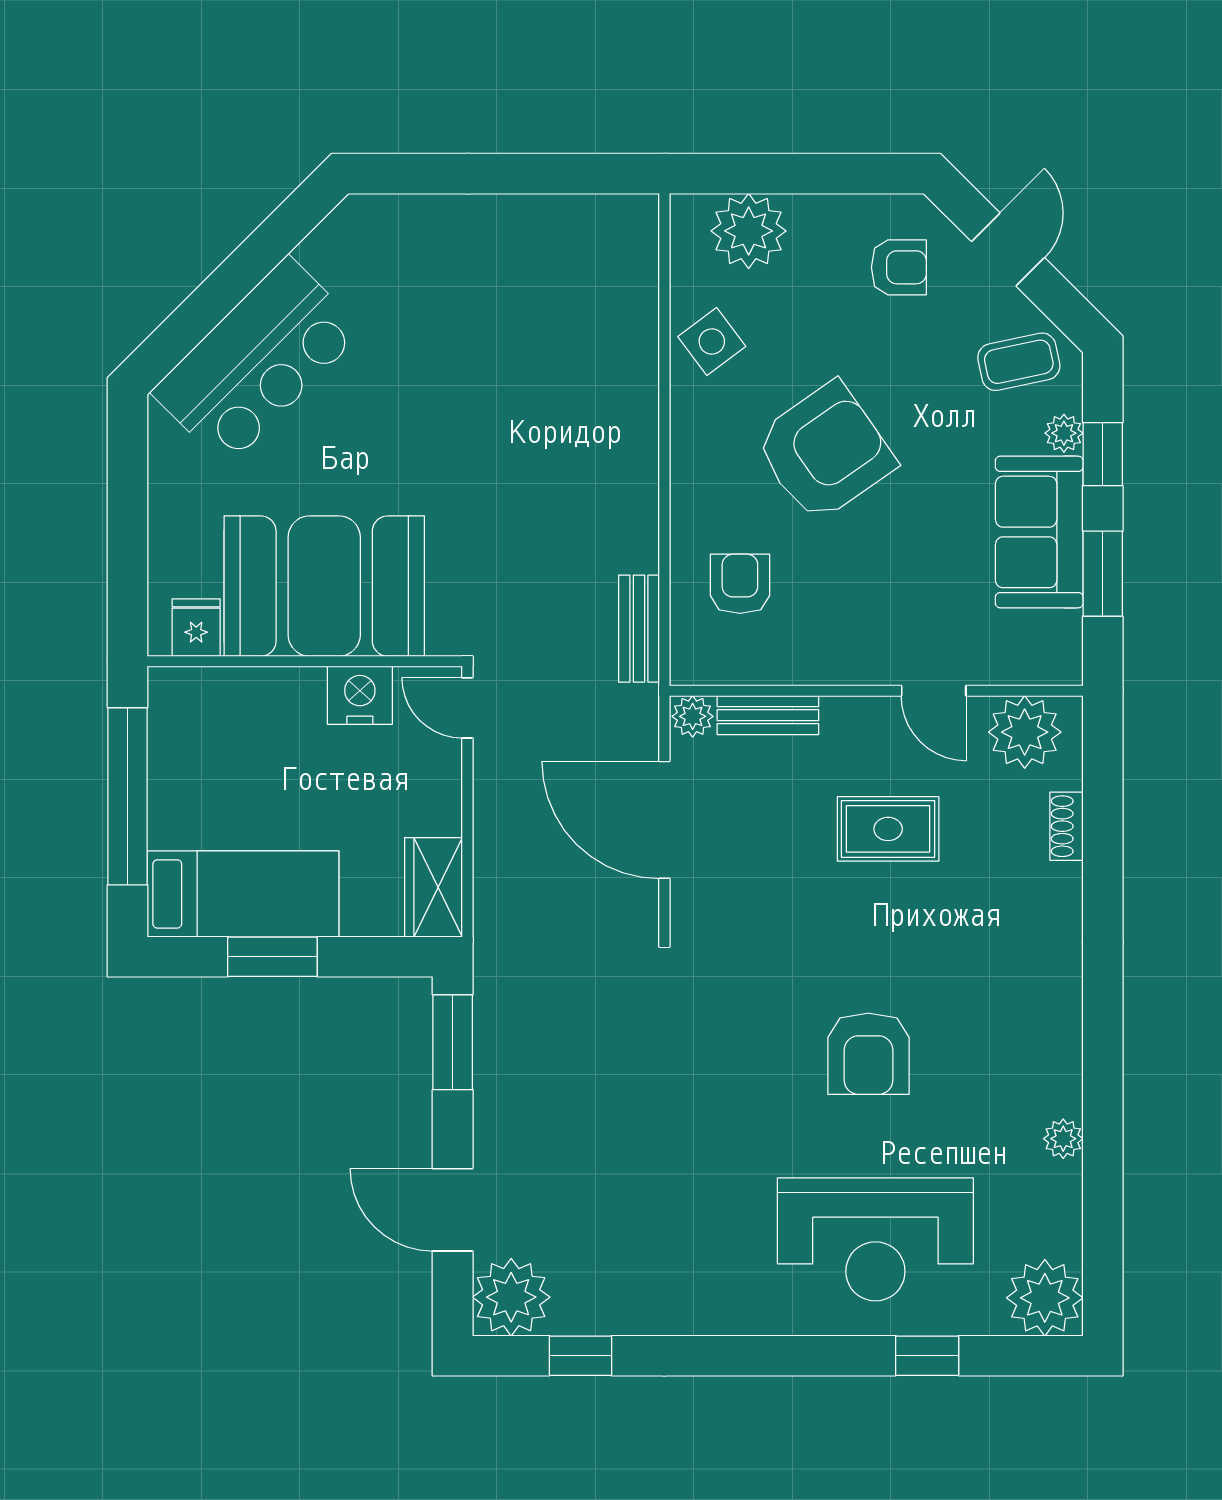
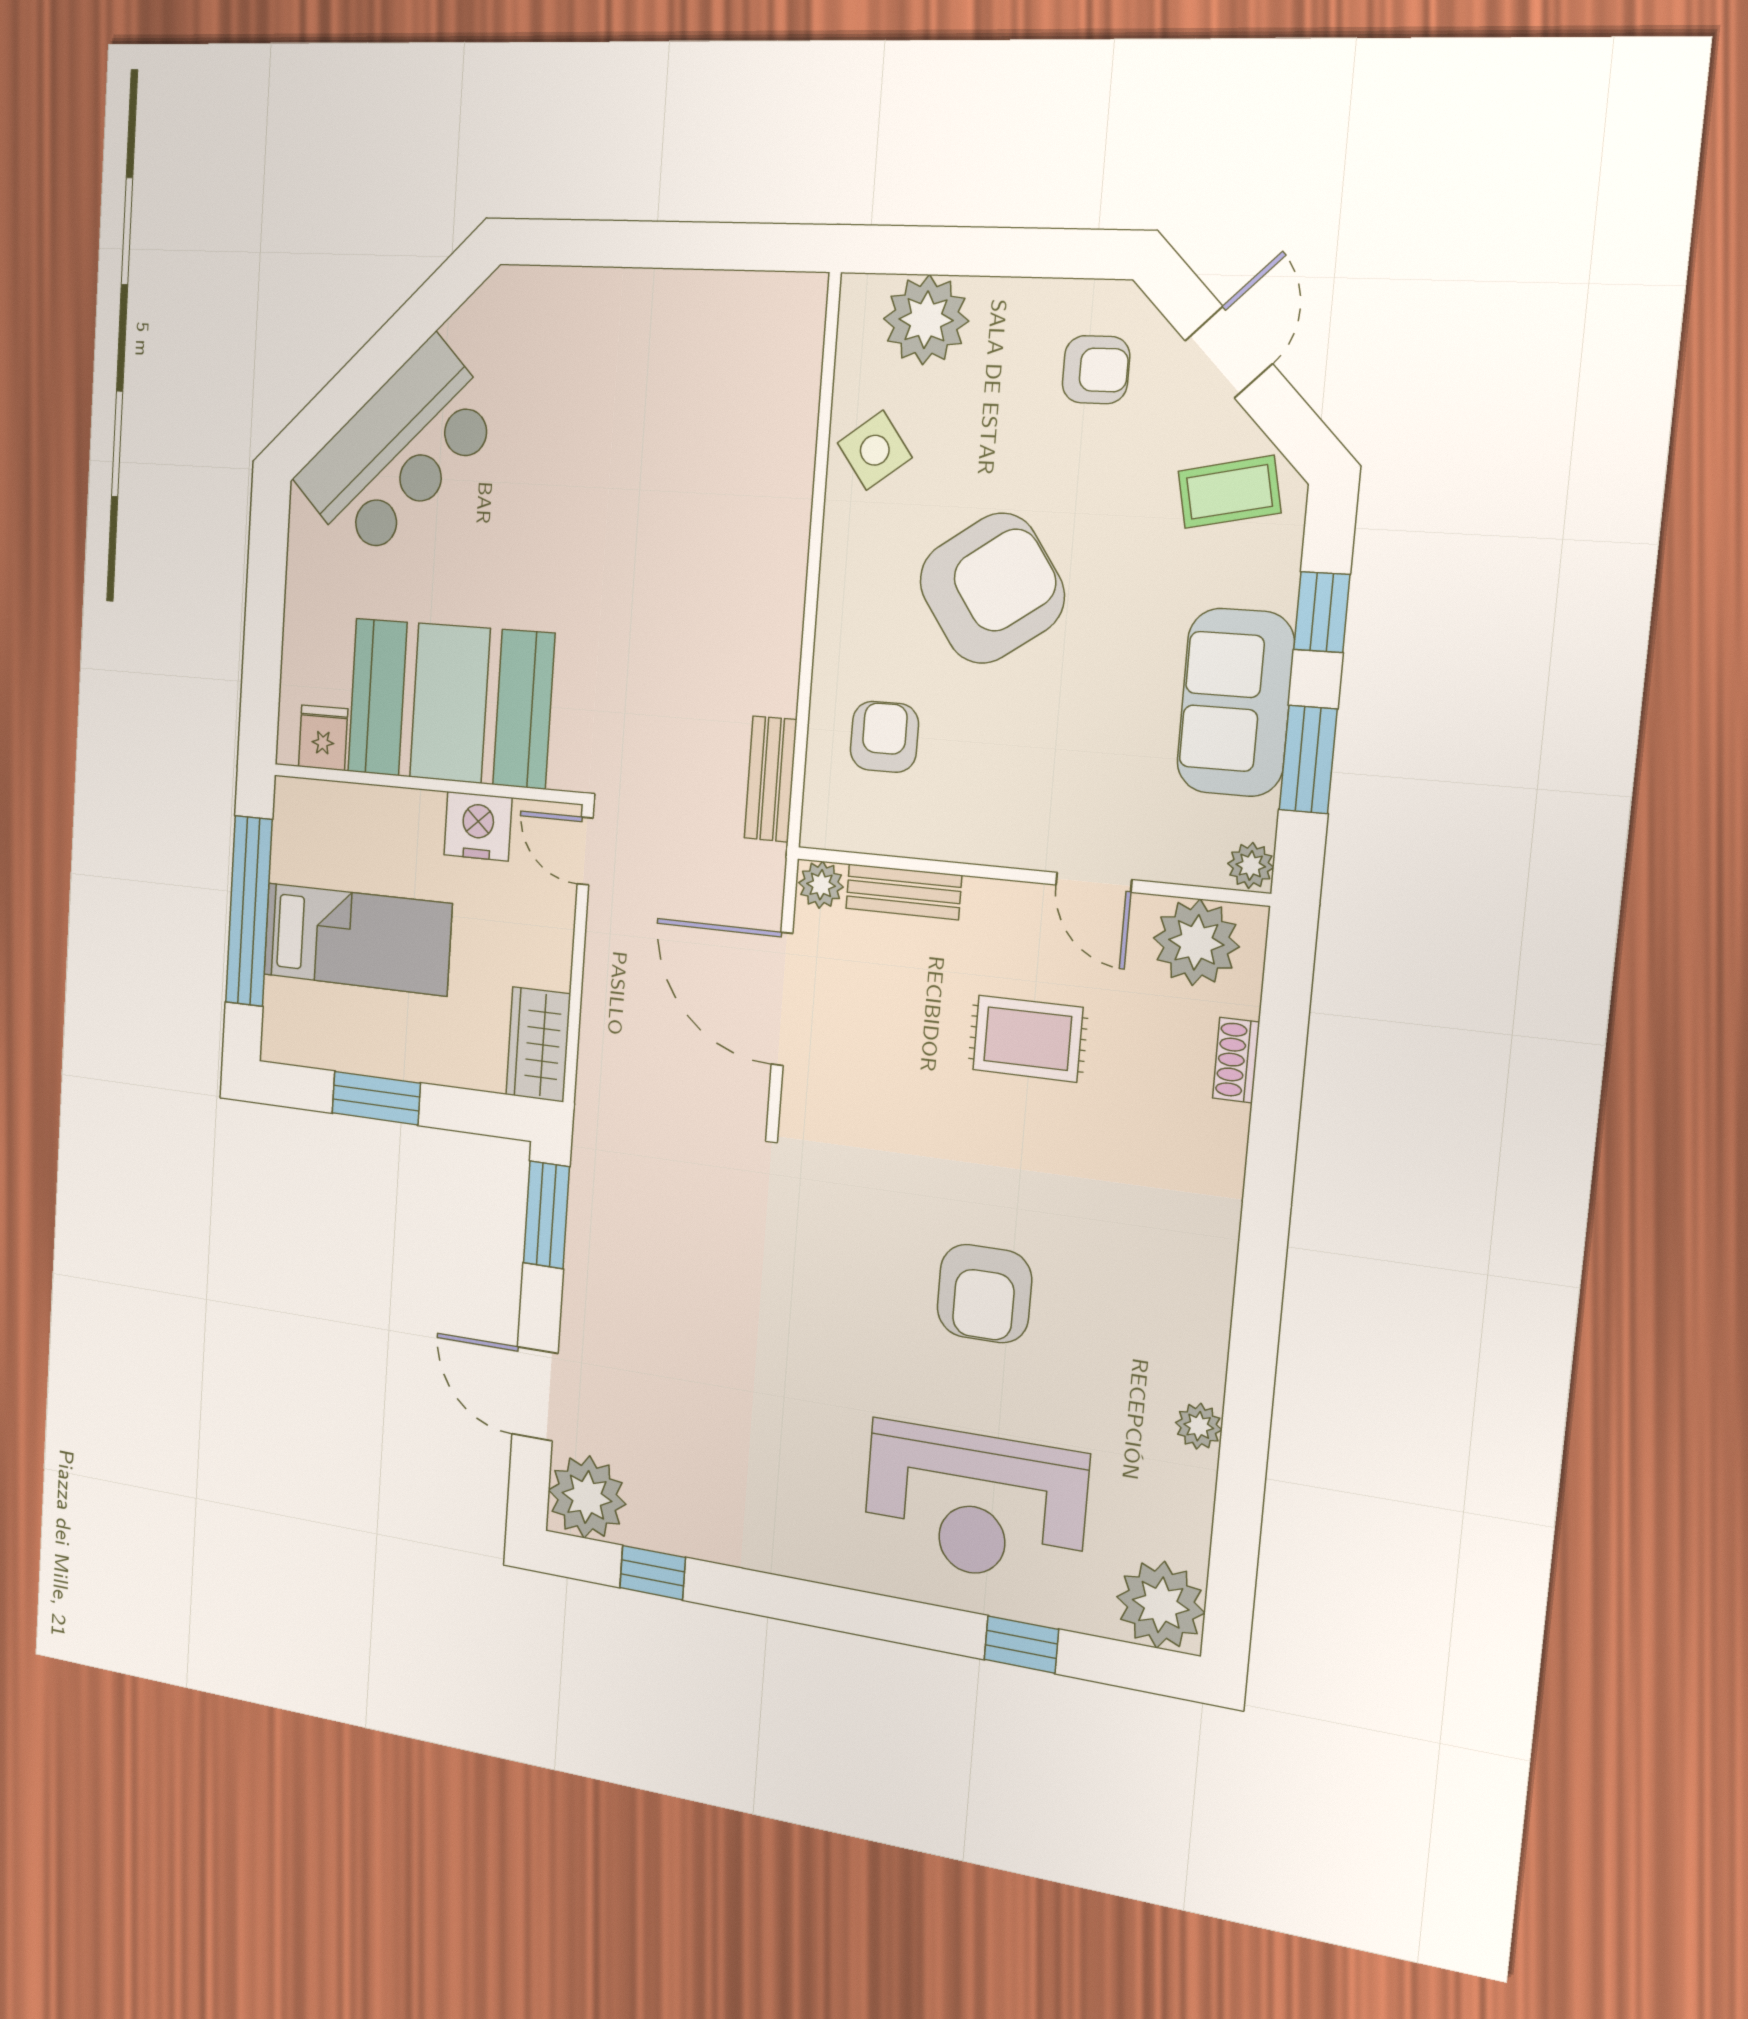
plant: (1064, 433) -> (1251, 866), moved
bed: (243, 894) -> (357, 939), moved

